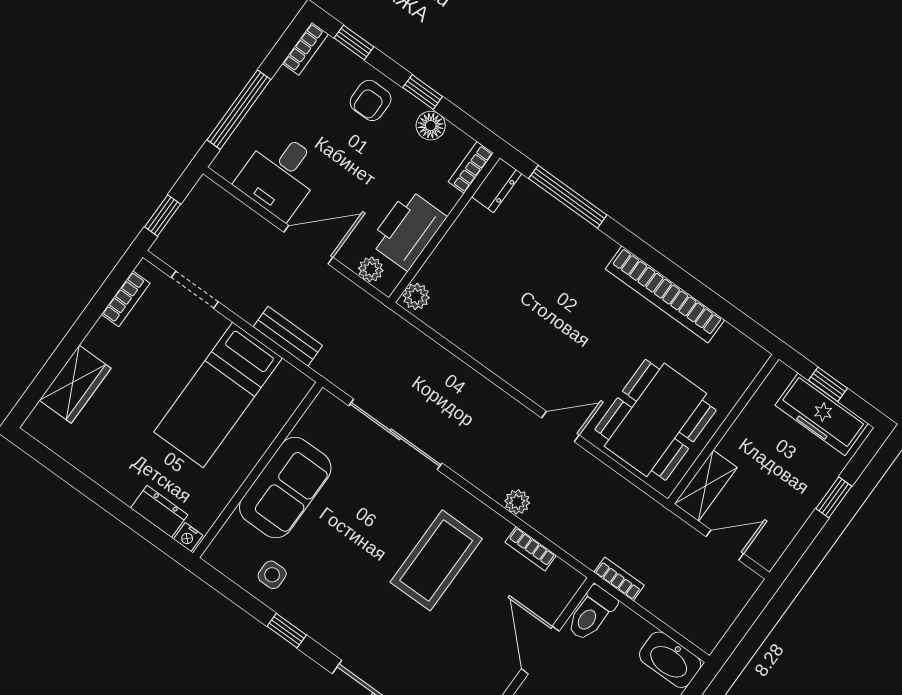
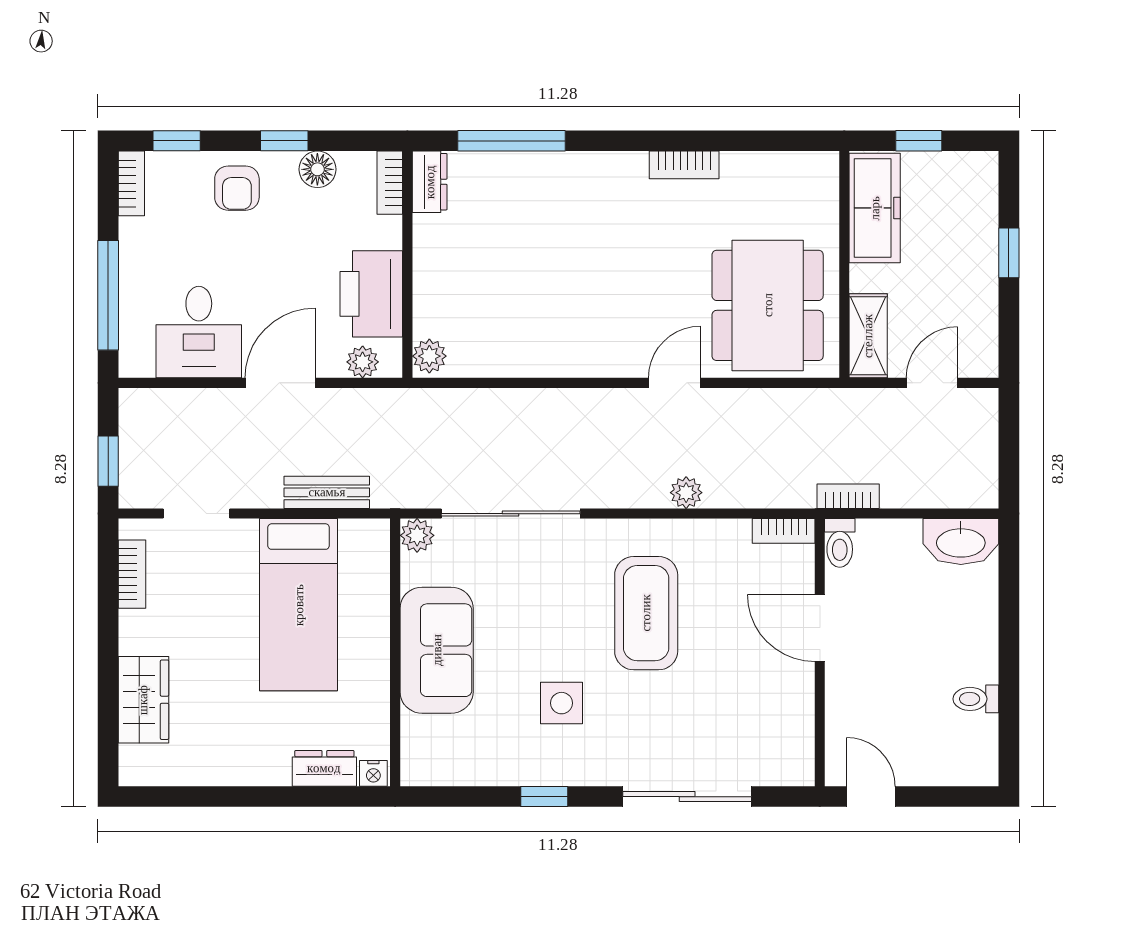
bookcase: (665, 294) -> (684, 165), width x0.43, depth x0.76
plant: (326, 405) -> (417, 535), added
freezer: (822, 414) -> (875, 208), moved, turned -90
bookcase: (531, 549) -> (784, 531), moved
side table: (272, 575) -> (562, 703), moved, width x1.37, depth x1.37
toilet: (591, 613) -> (840, 543), width x0.73, depth x0.72

